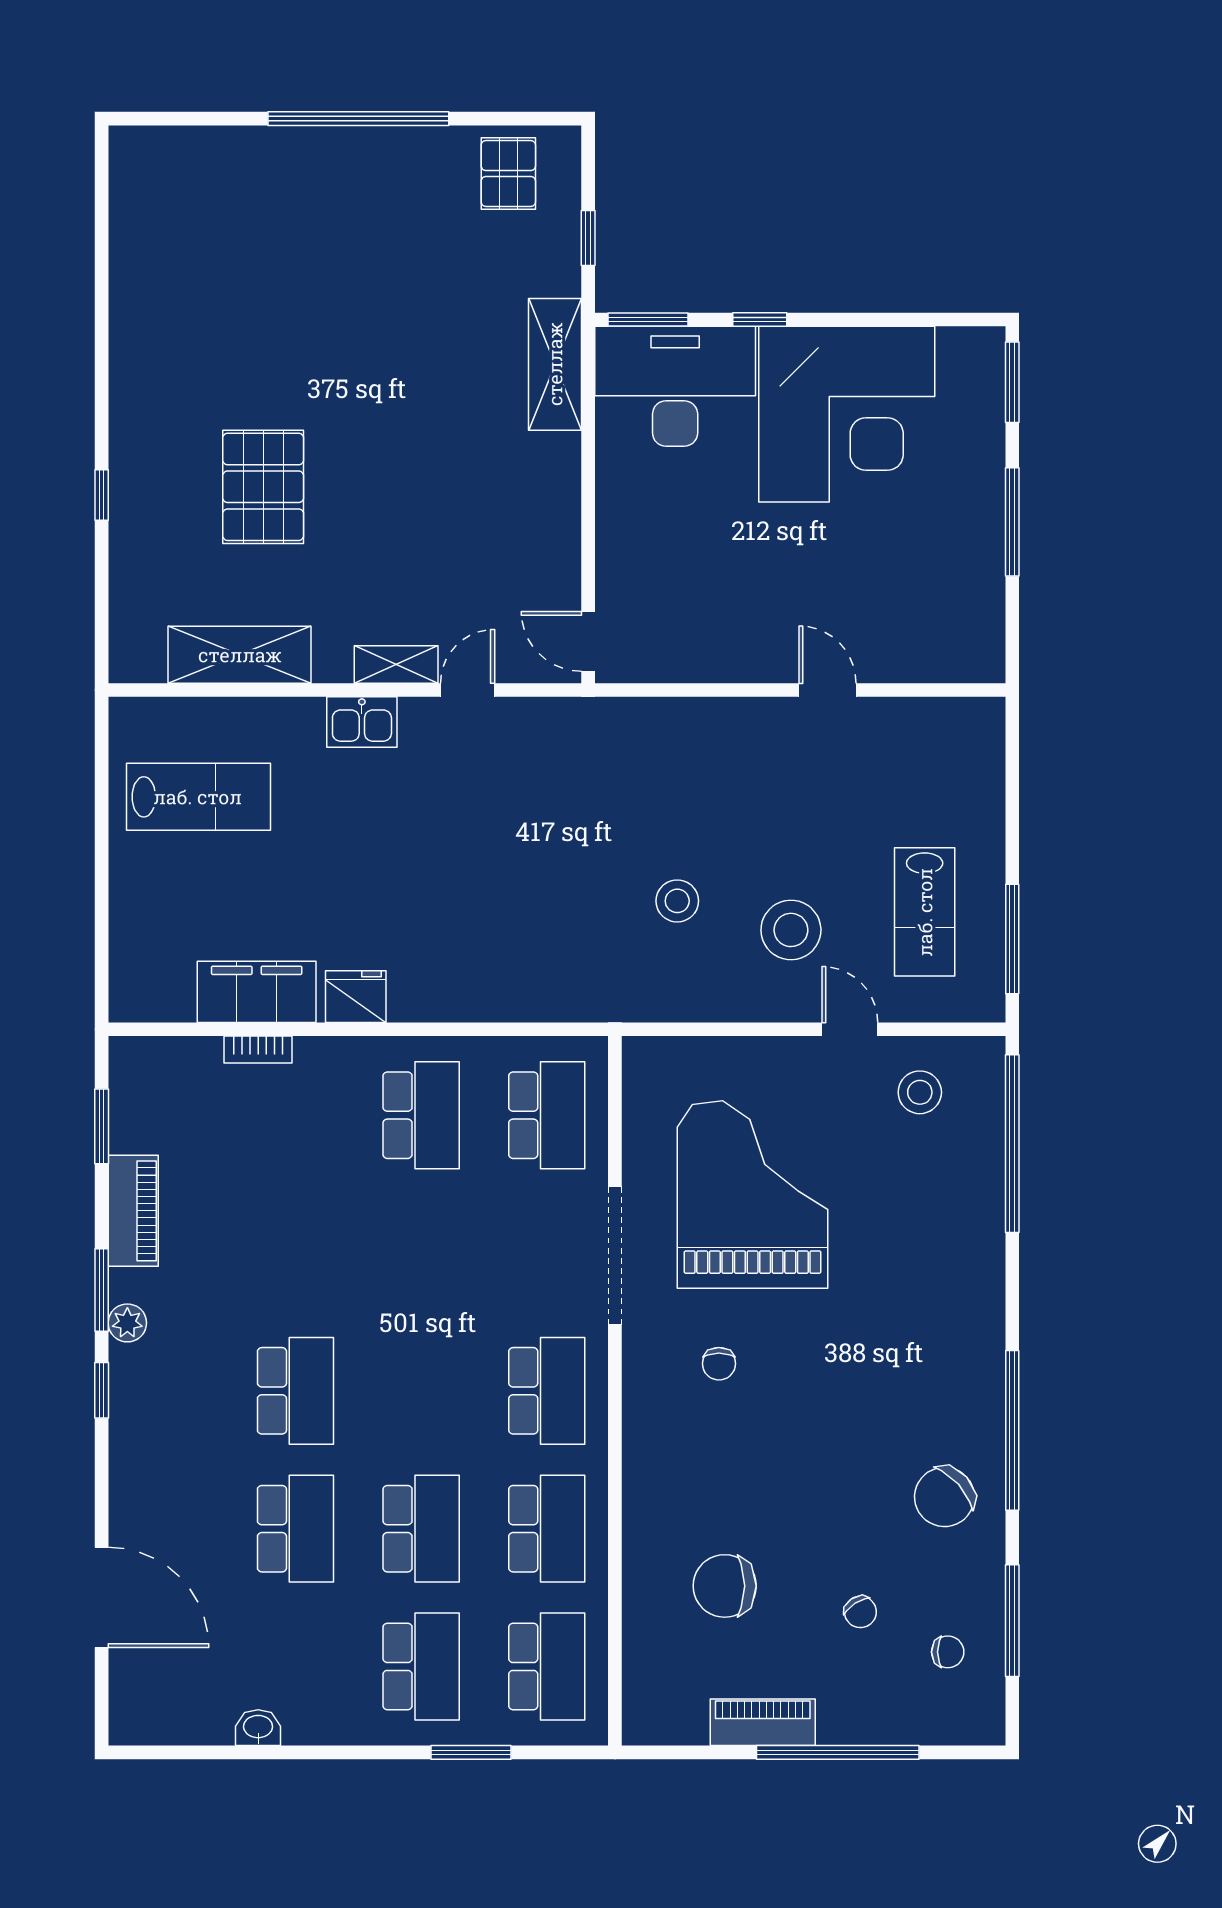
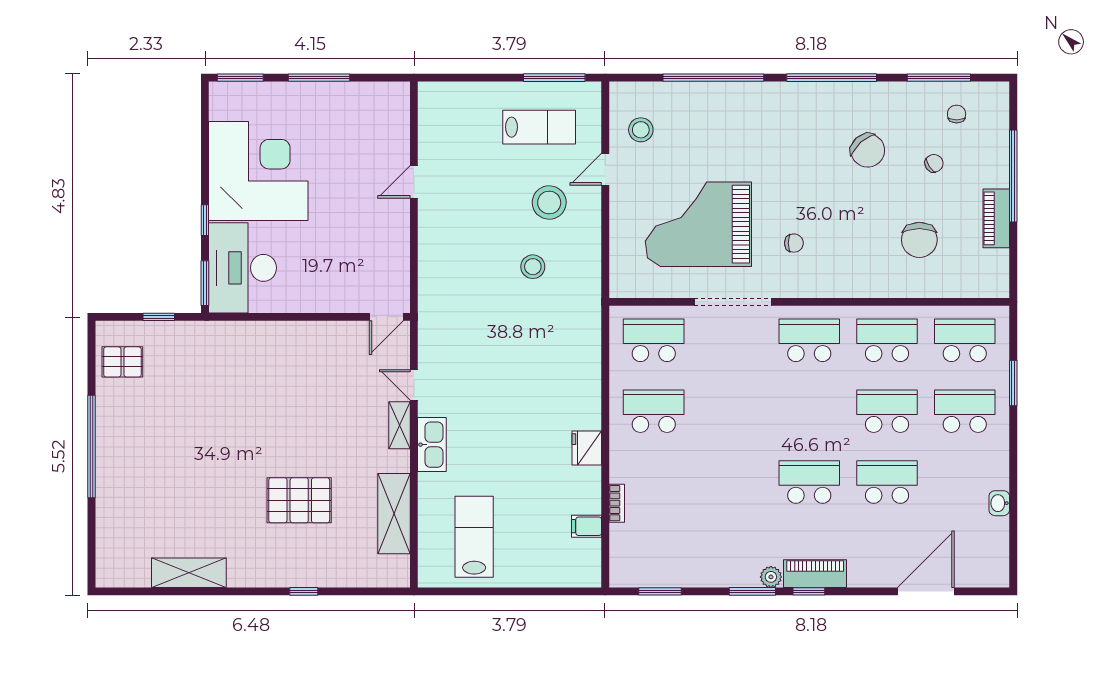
shelving: (555, 364) -> (189, 573), moved
kitchen sink: (362, 722) -> (432, 445), width x1.38
filing cabinet: (257, 992) -> (587, 526), width x0.33, depth x0.86
window: (1012, 1144) -> (713, 78), moved
piano: (133, 1211) -> (815, 574), moved
chair: (944, 1497) -> (868, 150), moved

